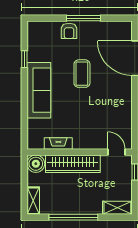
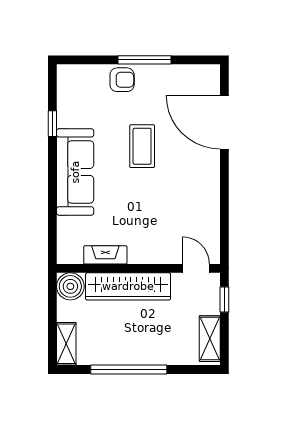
armchair: (69, 31) -> (122, 80), turned -90
shelving: (117, 208) -> (210, 339), moved, turned 90

